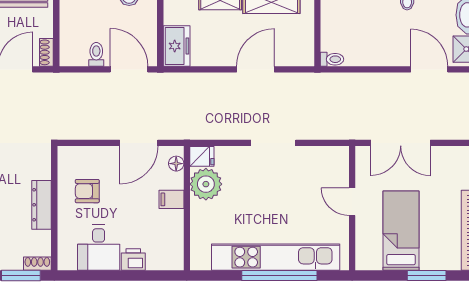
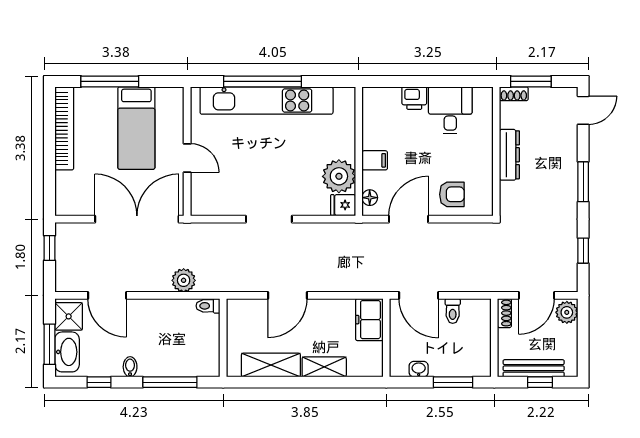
plant: (356, 84) -> (184, 280), added
double door: (401, 143) -> (137, 219), width x1.36
armchair: (87, 191) -> (452, 194), moved
window: (427, 275) -> (110, 81), width x1.44

